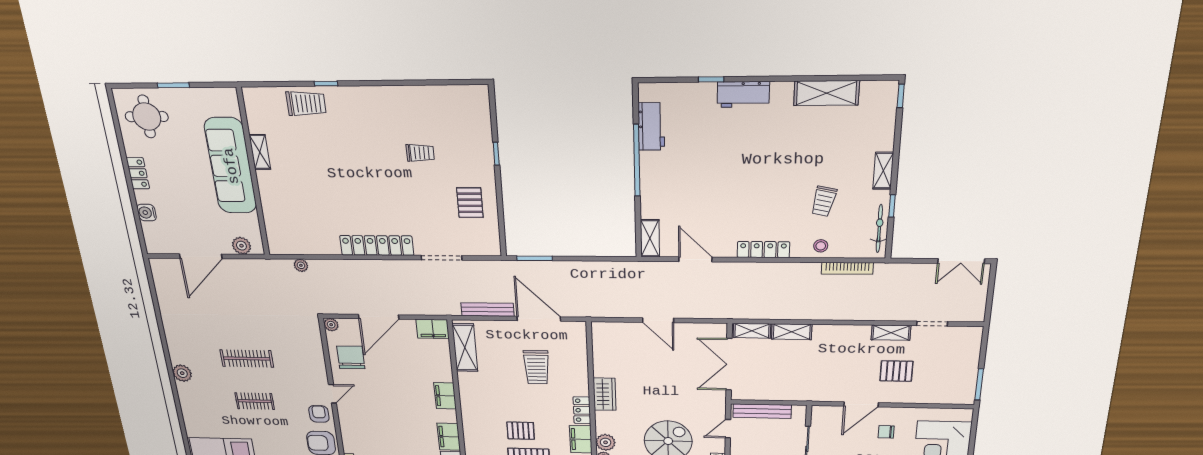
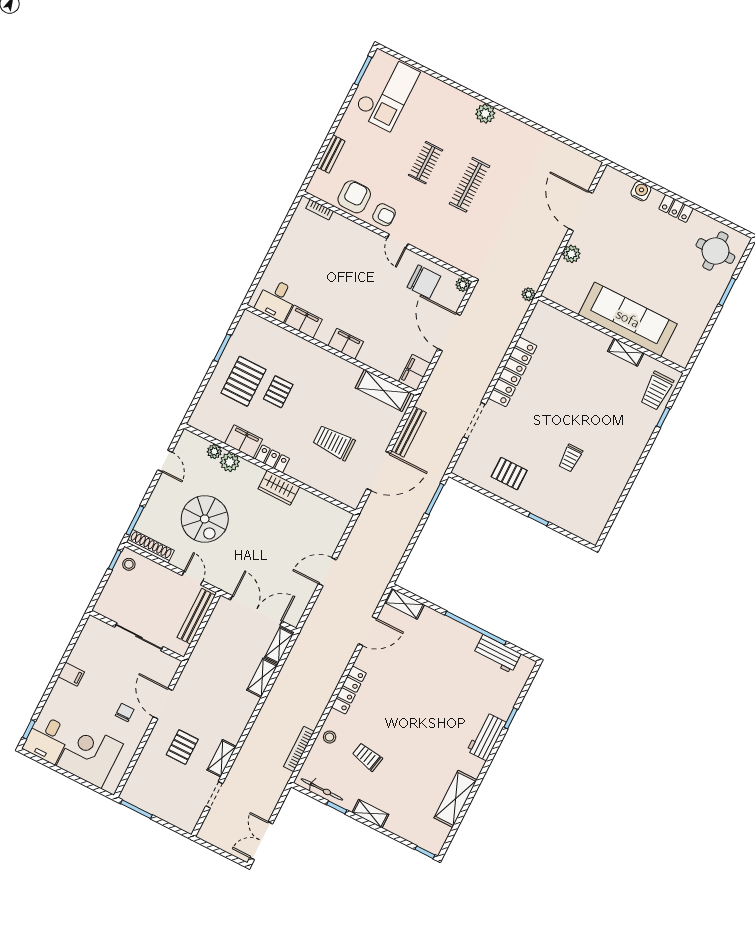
shelving: (260, 152) -> (626, 352), moved
sofa: (231, 166) -> (628, 319), moved
wall: (253, 173) -> (612, 334), moved

